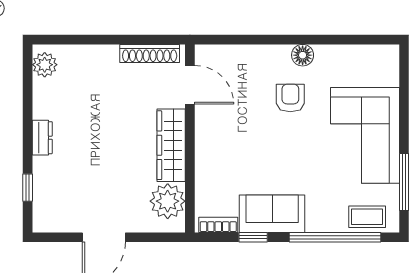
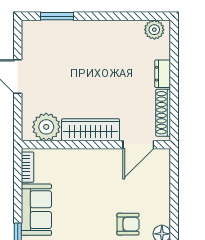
dresser: (42, 138) -> (163, 74), moved, turned 90
window: (28, 188) -> (57, 16), width x1.50
window: (253, 237) -> (18, 195), removed

